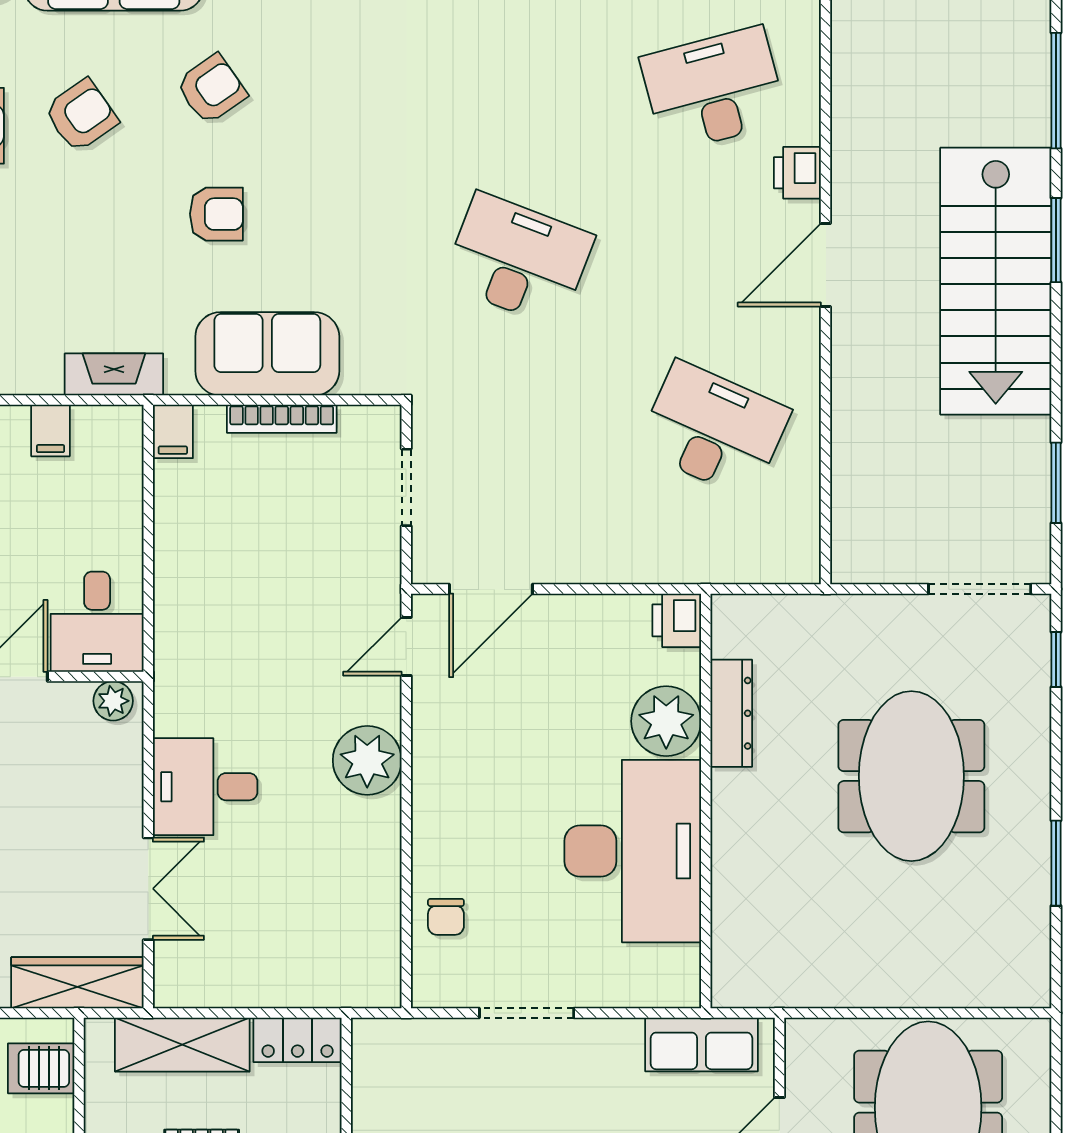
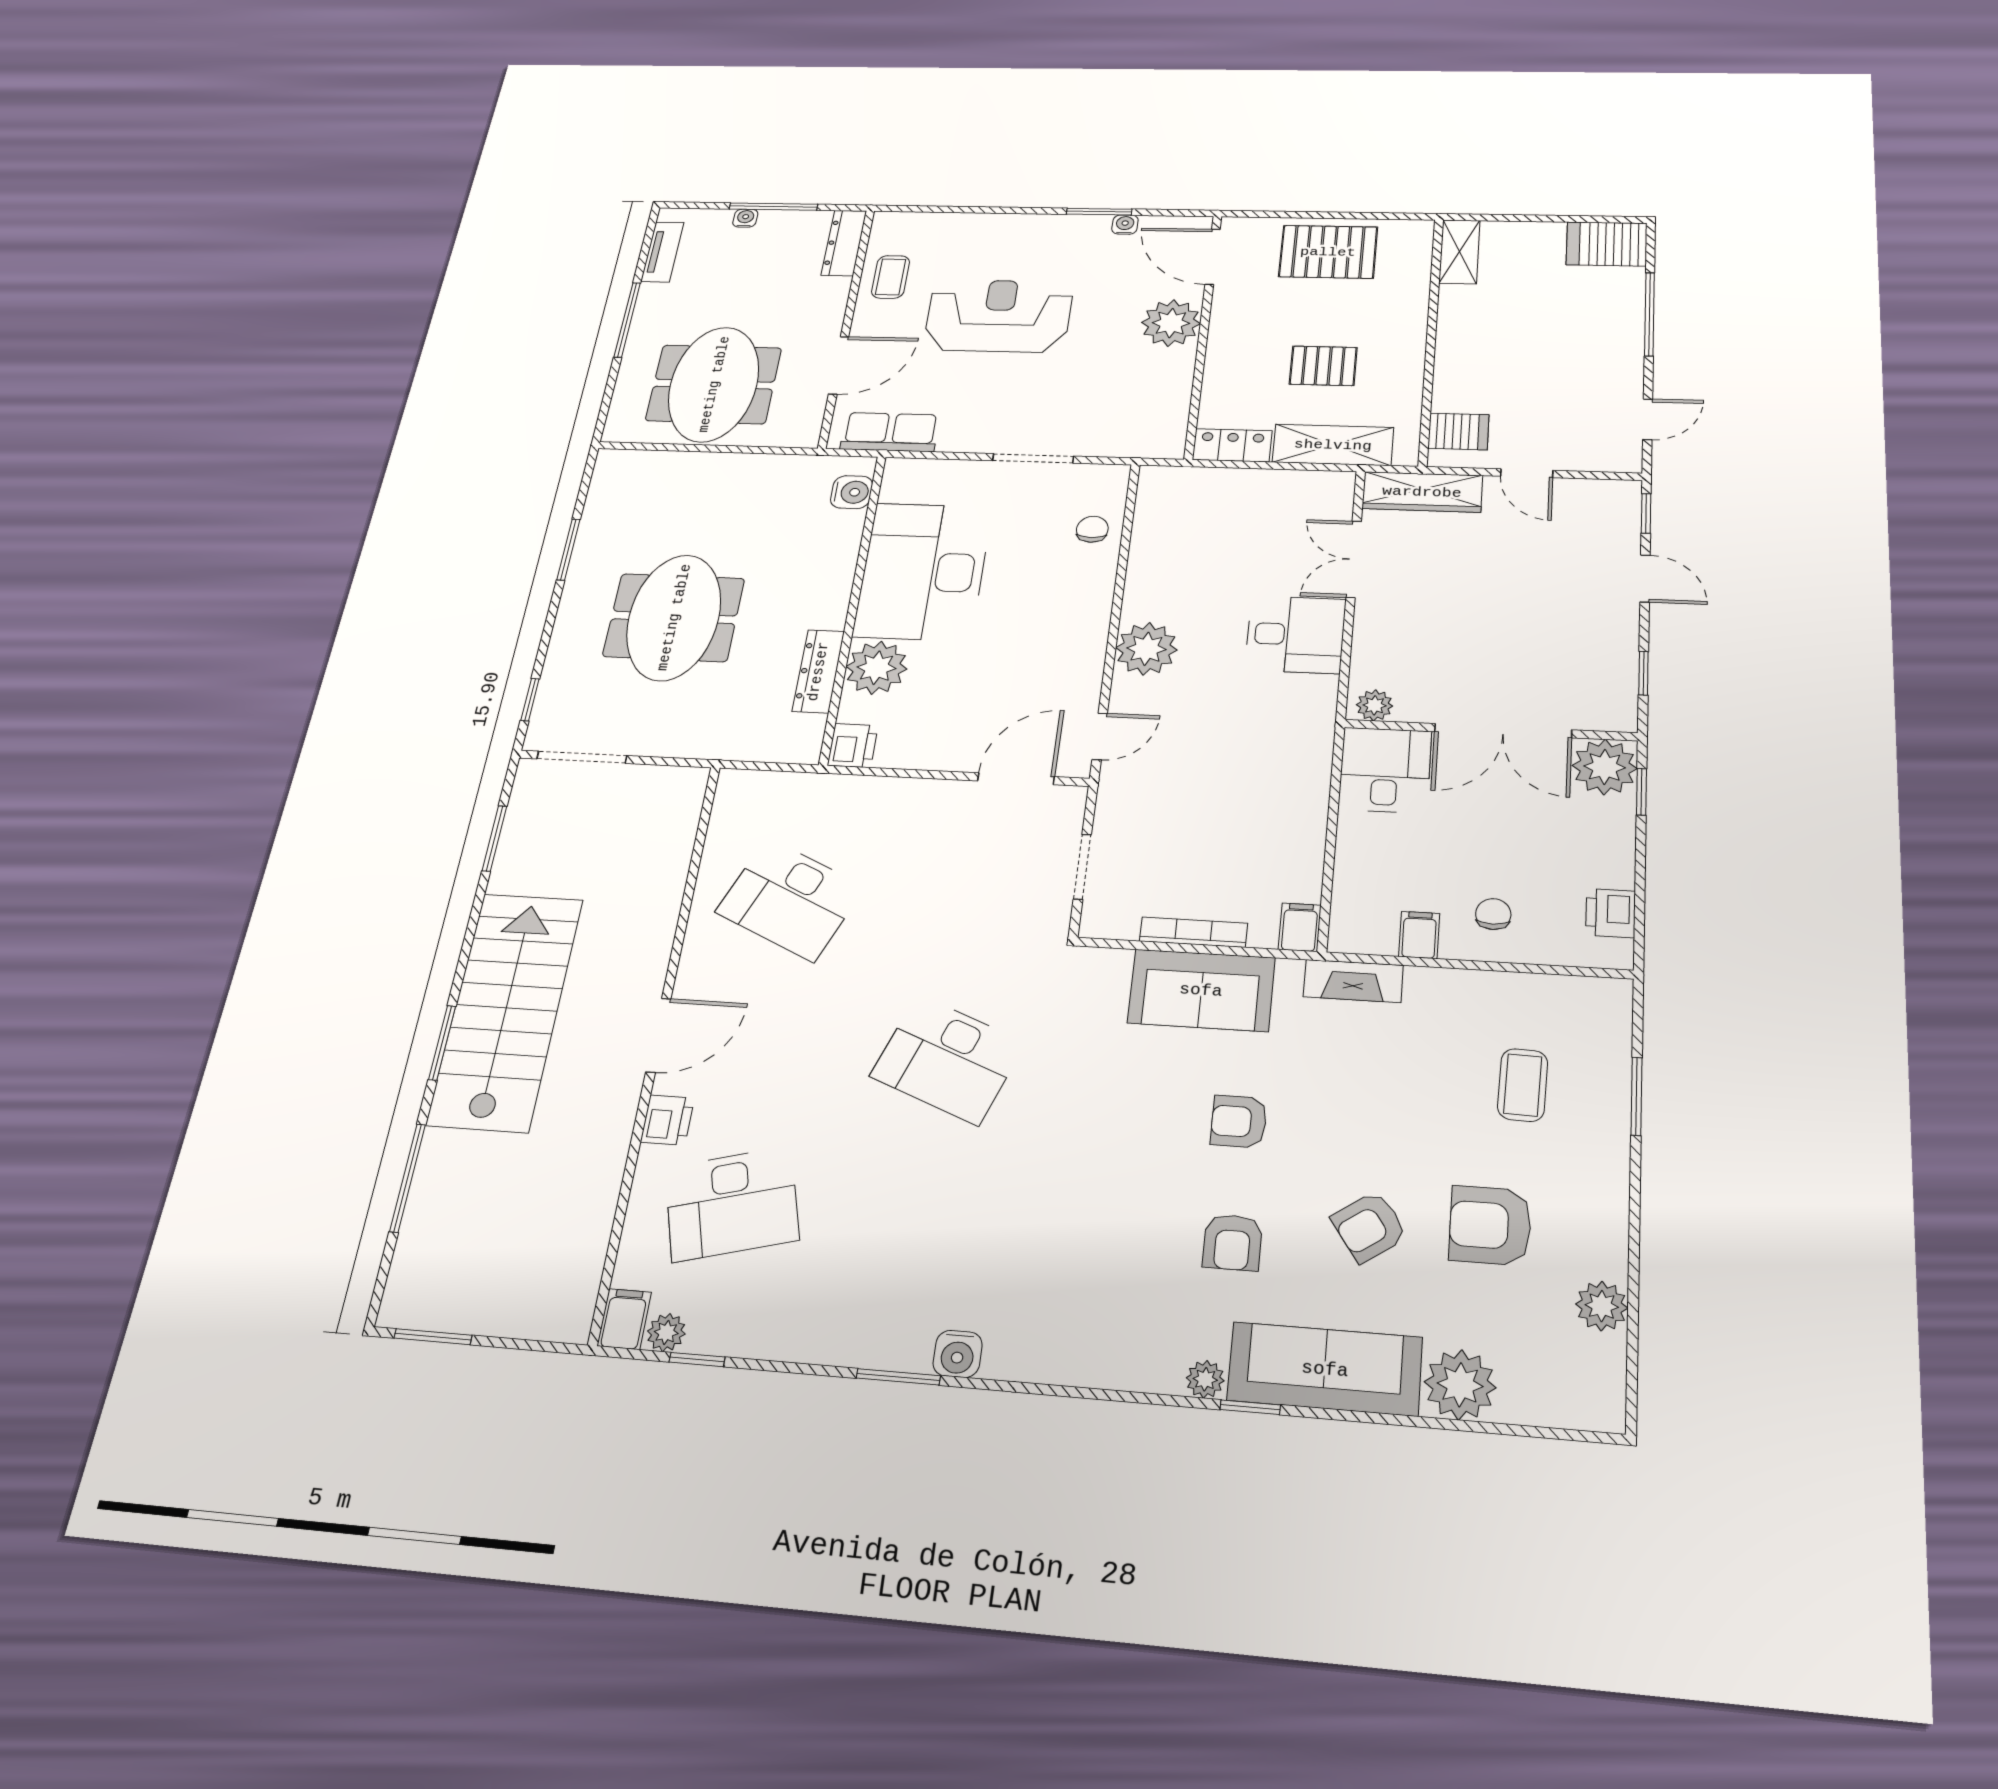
armchair: (211, 89) -> (1232, 1242), turned -55
water cooler: (733, 957) -> (852, 492), added

